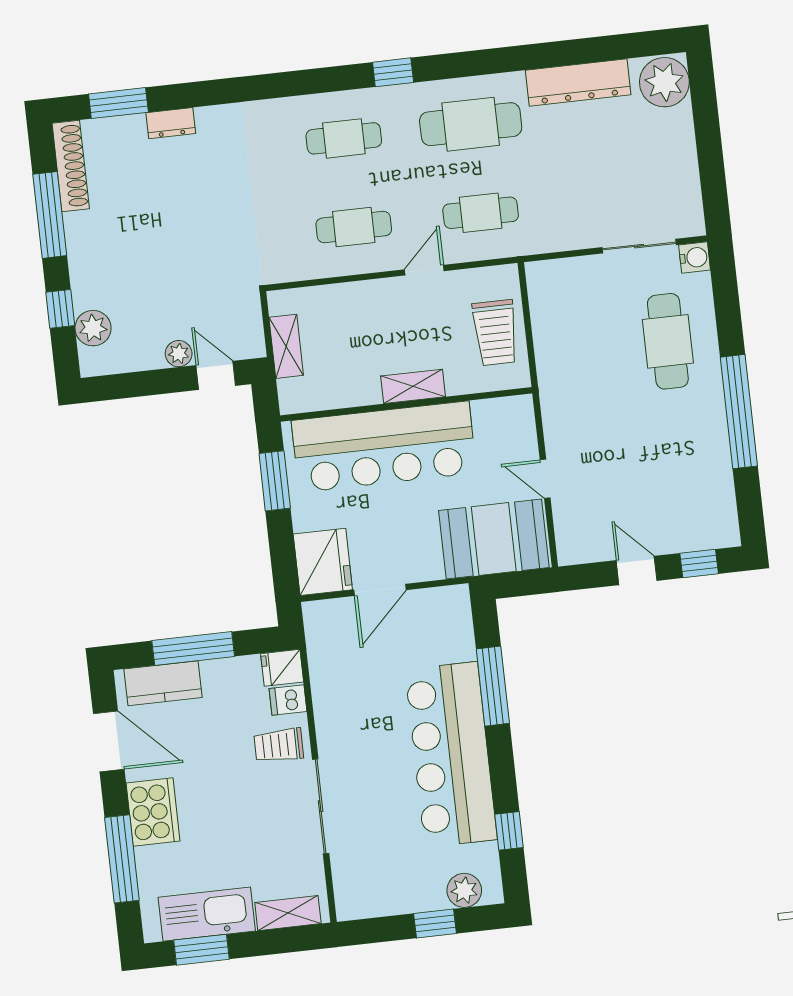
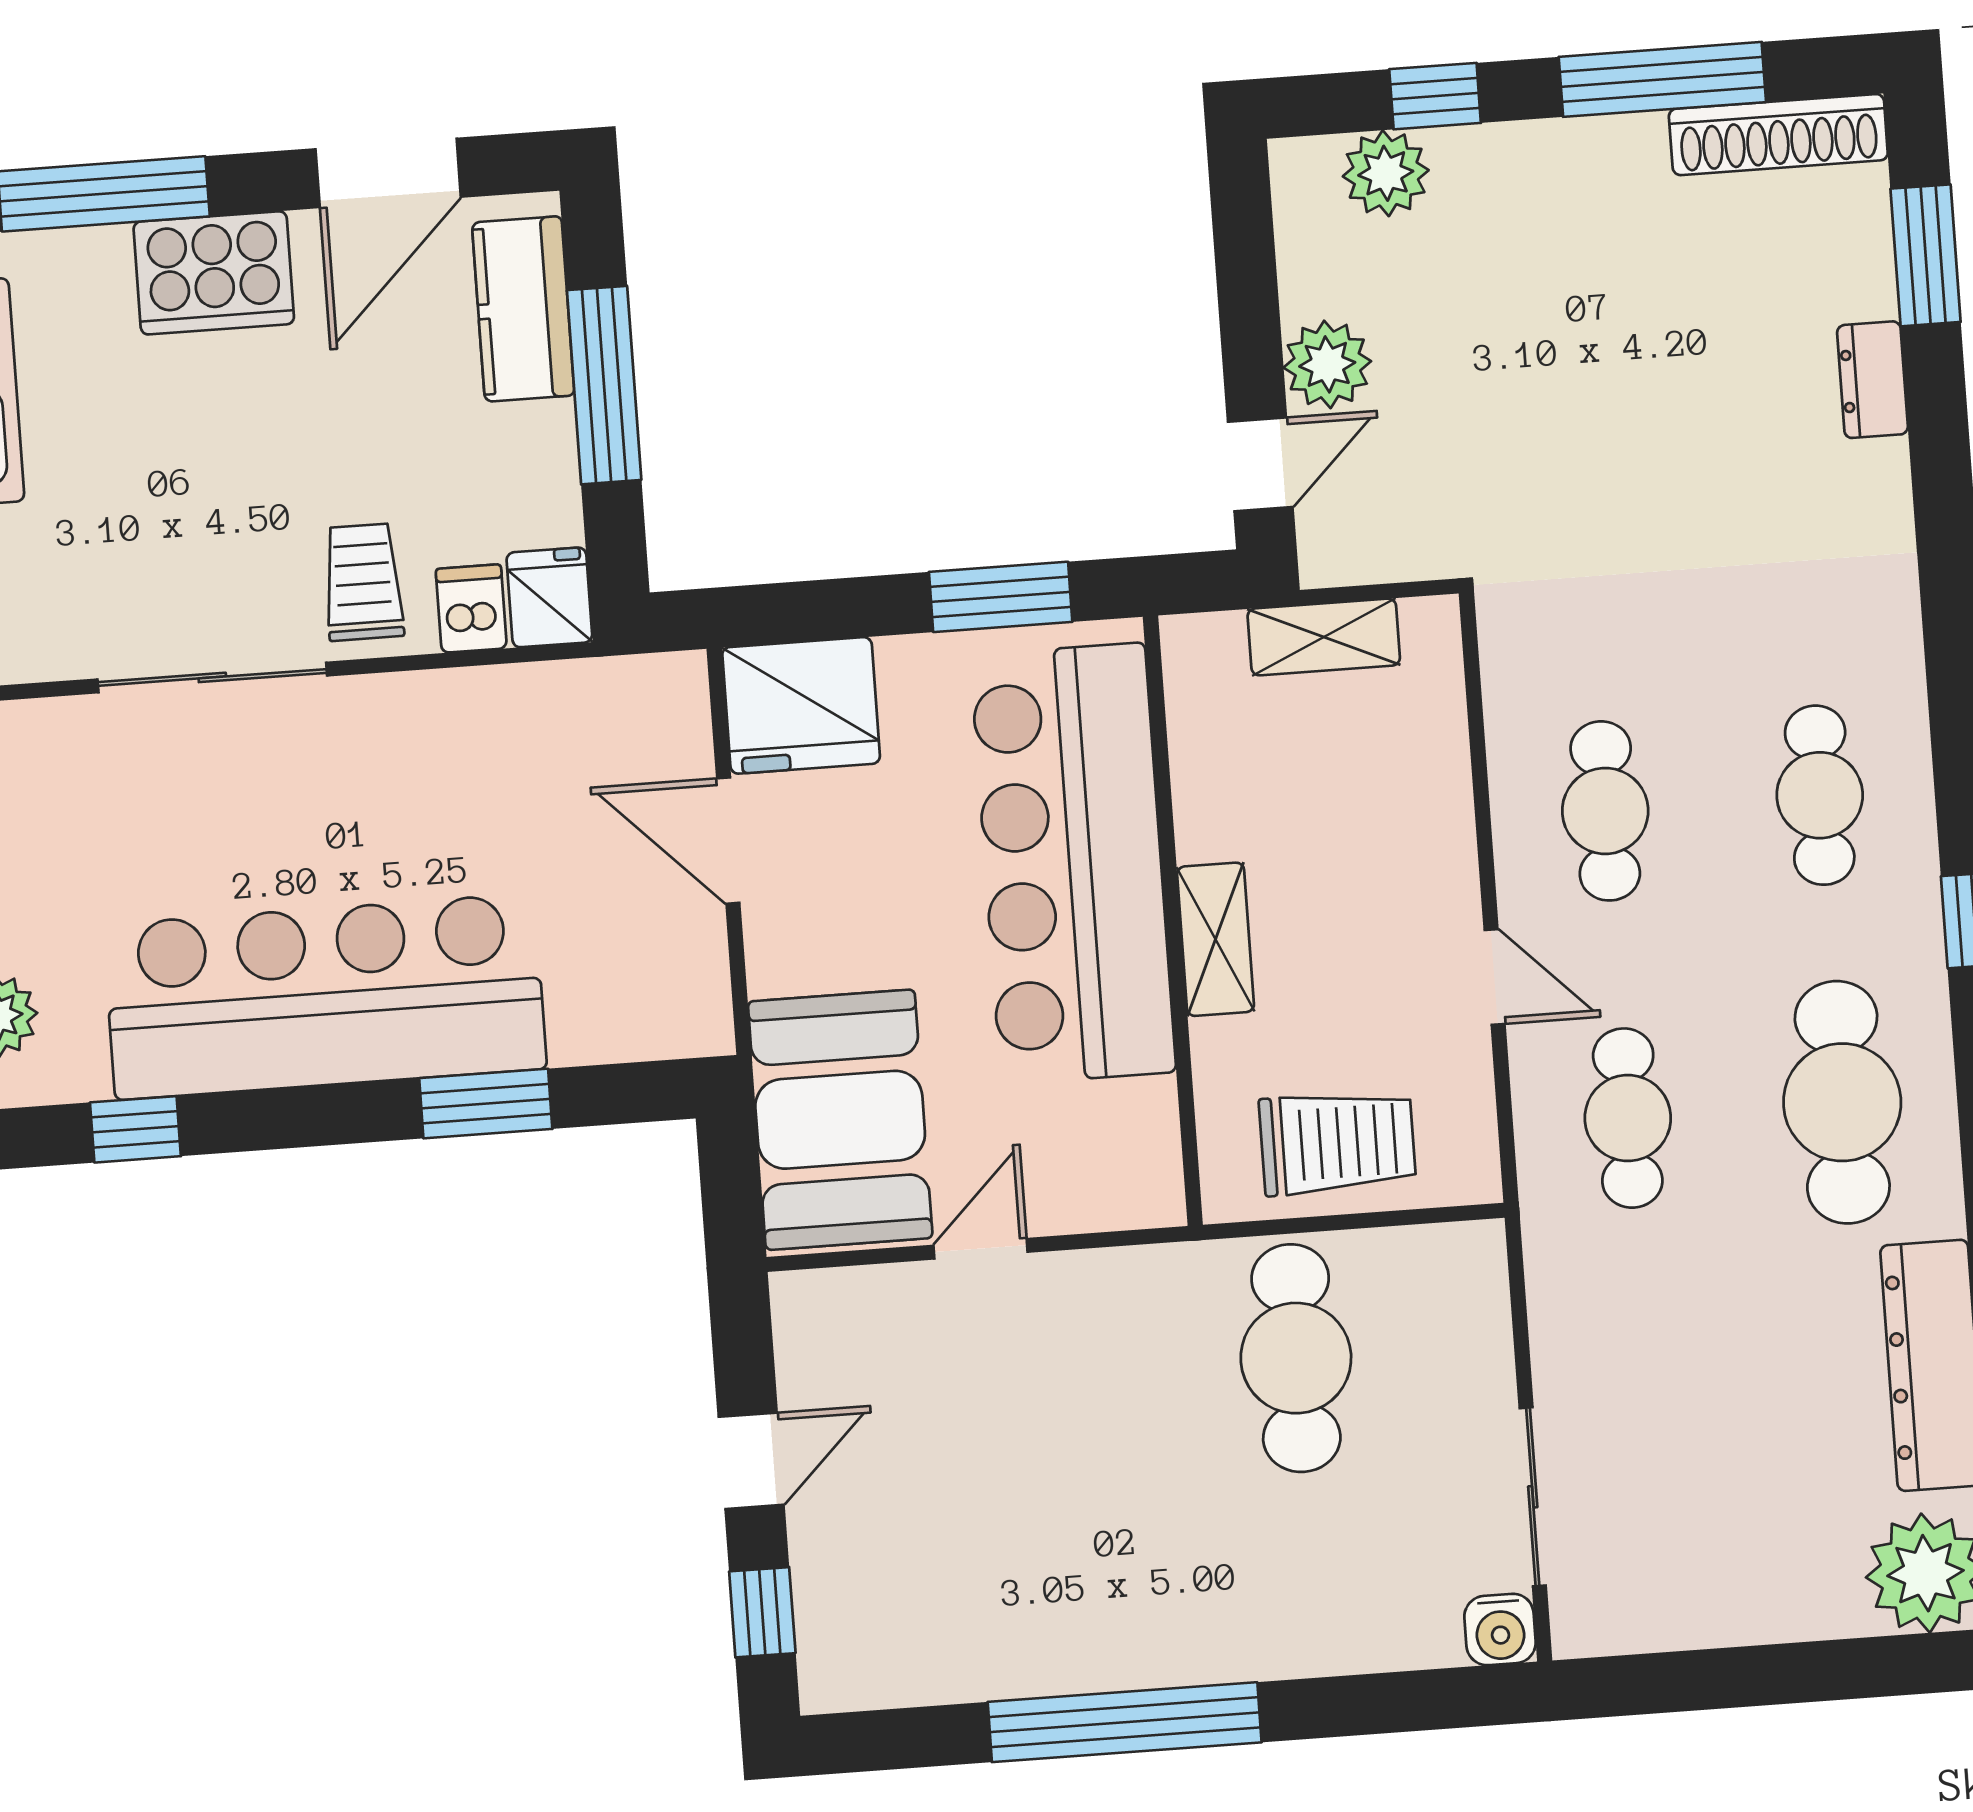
trolley: (495, 333) -> (1337, 1142), turned 180
cafe table: (668, 341) -> (1296, 1358), moved, turned 90
plant: (179, 354) -> (1327, 364), width x1.38, depth x1.38
window: (493, 686) -> (486, 1104), width x0.69

